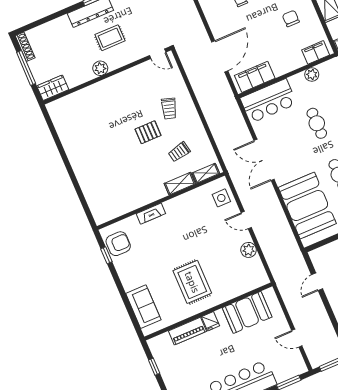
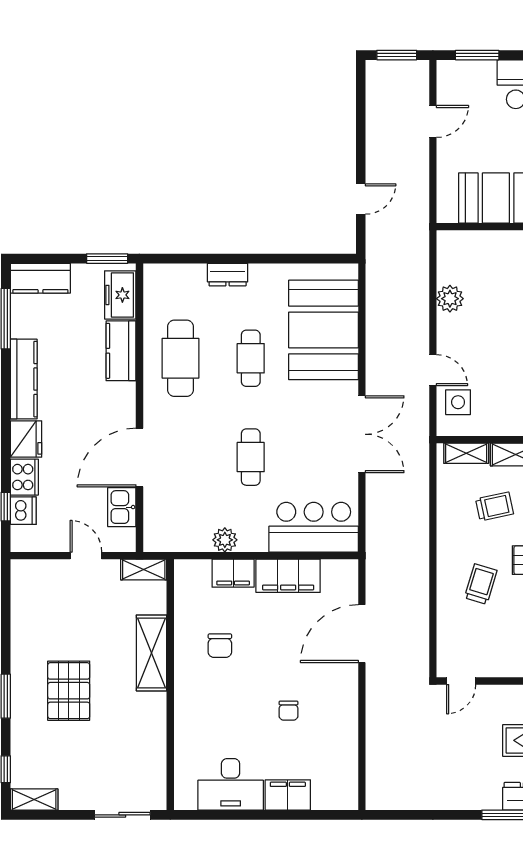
filing cabinet: (316, 52) -> (233, 573), moved
door: (158, 54) -> (461, 681), swing flipped
filing cabinet: (255, 77) -> (288, 576), moved
door: (246, 220) -> (433, 370), moved
door: (297, 338) -> (433, 121), hinge flipped

